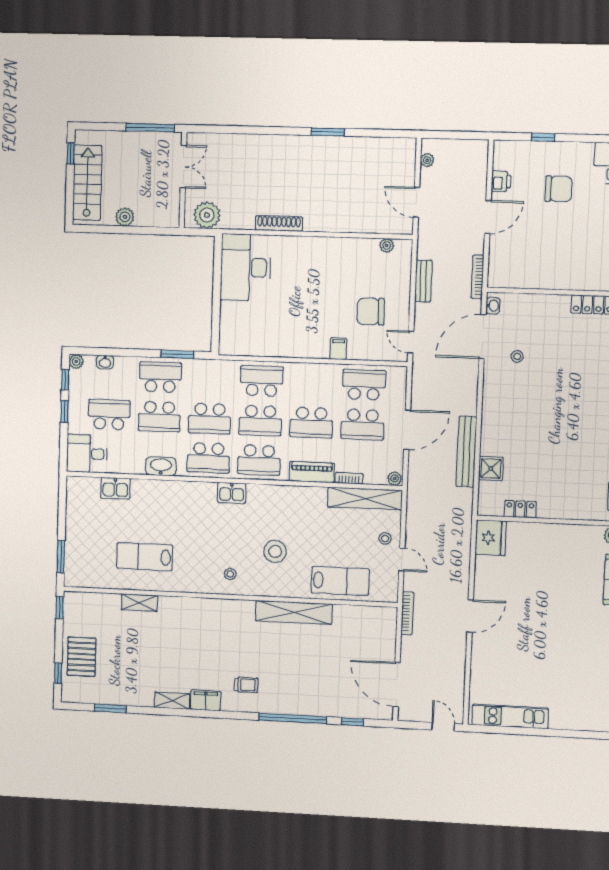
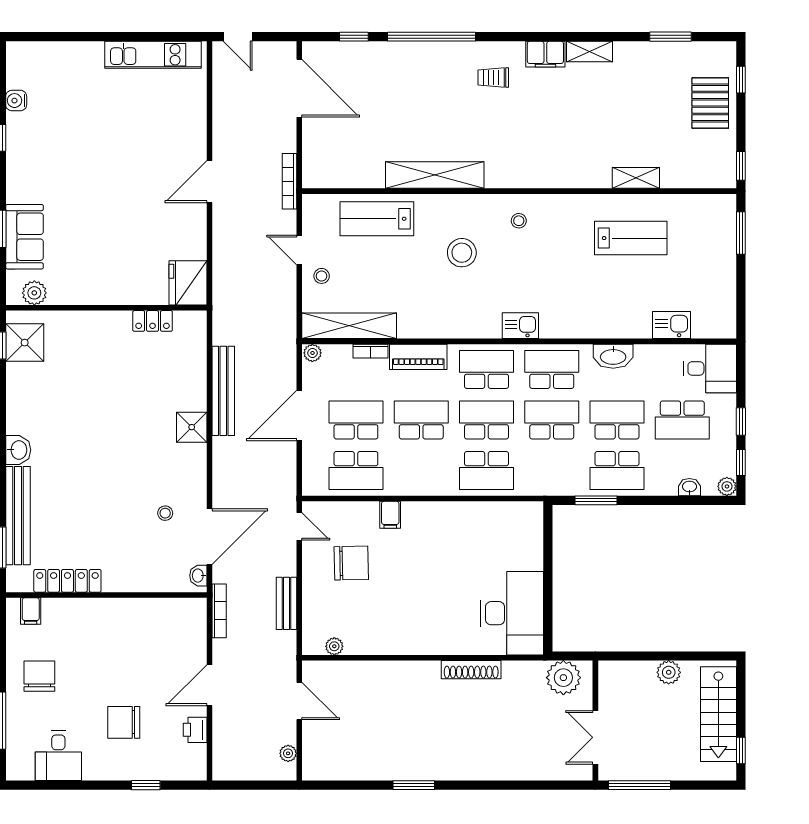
shower: (491, 469) -> (192, 427), moved

